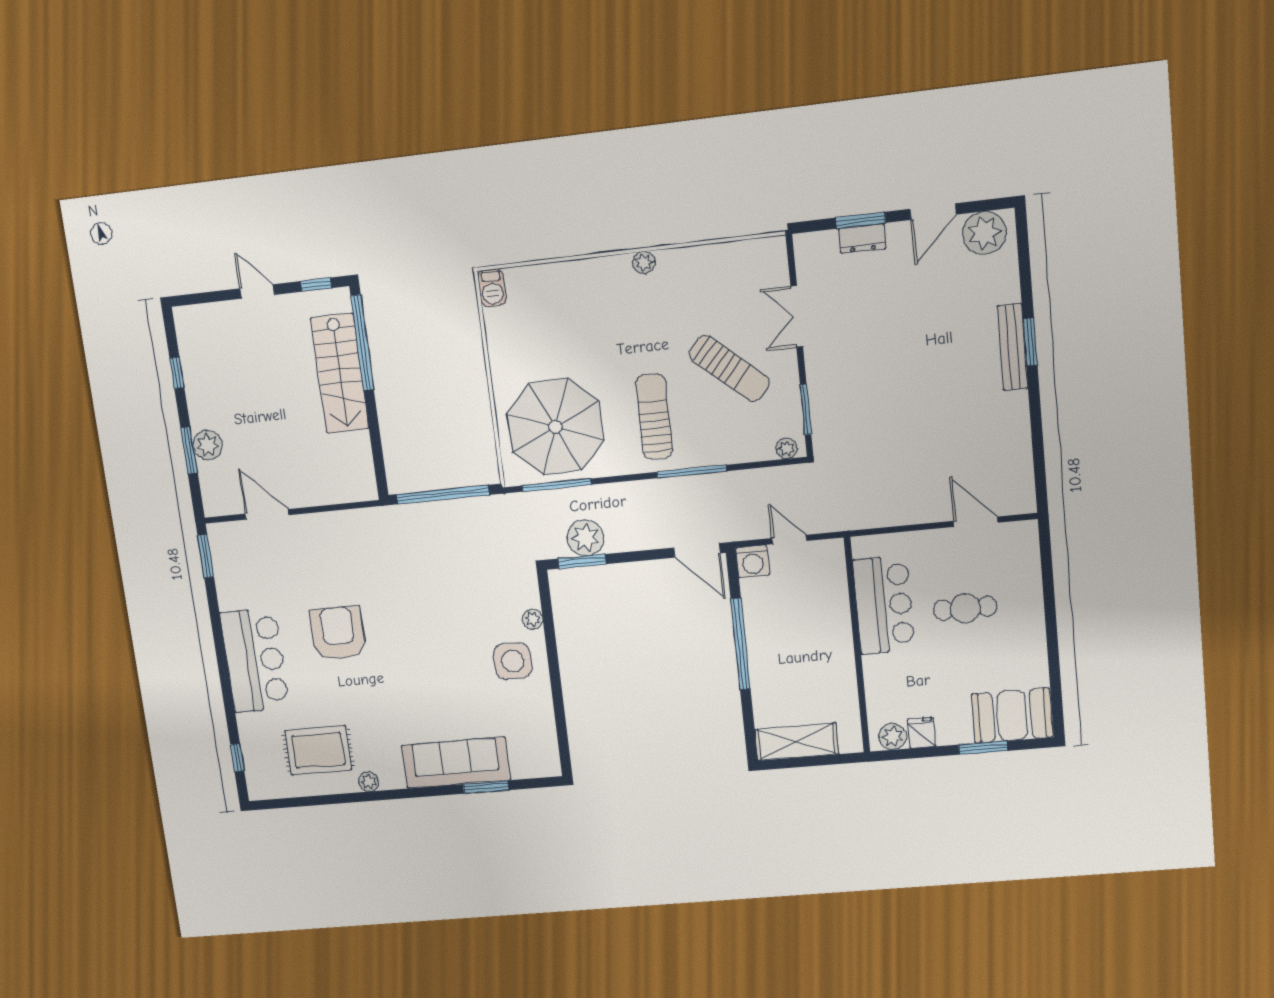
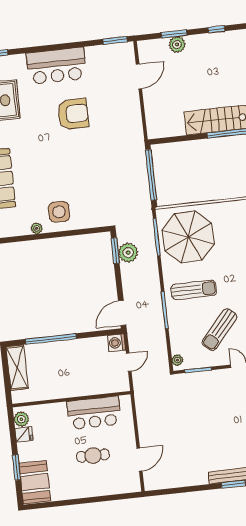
cafe table: (965, 608) -> (93, 456), turned 90
plant: (533, 619) -> (37, 228), moved
window: (741, 644) -> (51, 339), moved

